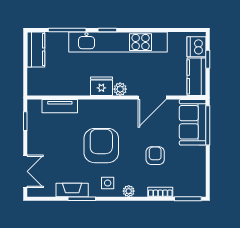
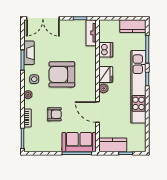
dishwasher: (197, 47) -> (106, 50), moved, turned 90
tv unit: (60, 106) -> (91, 33), moved
armchair: (101, 146) -> (62, 74), turned 180
double door: (25, 171) -> (43, 18), width x1.37

